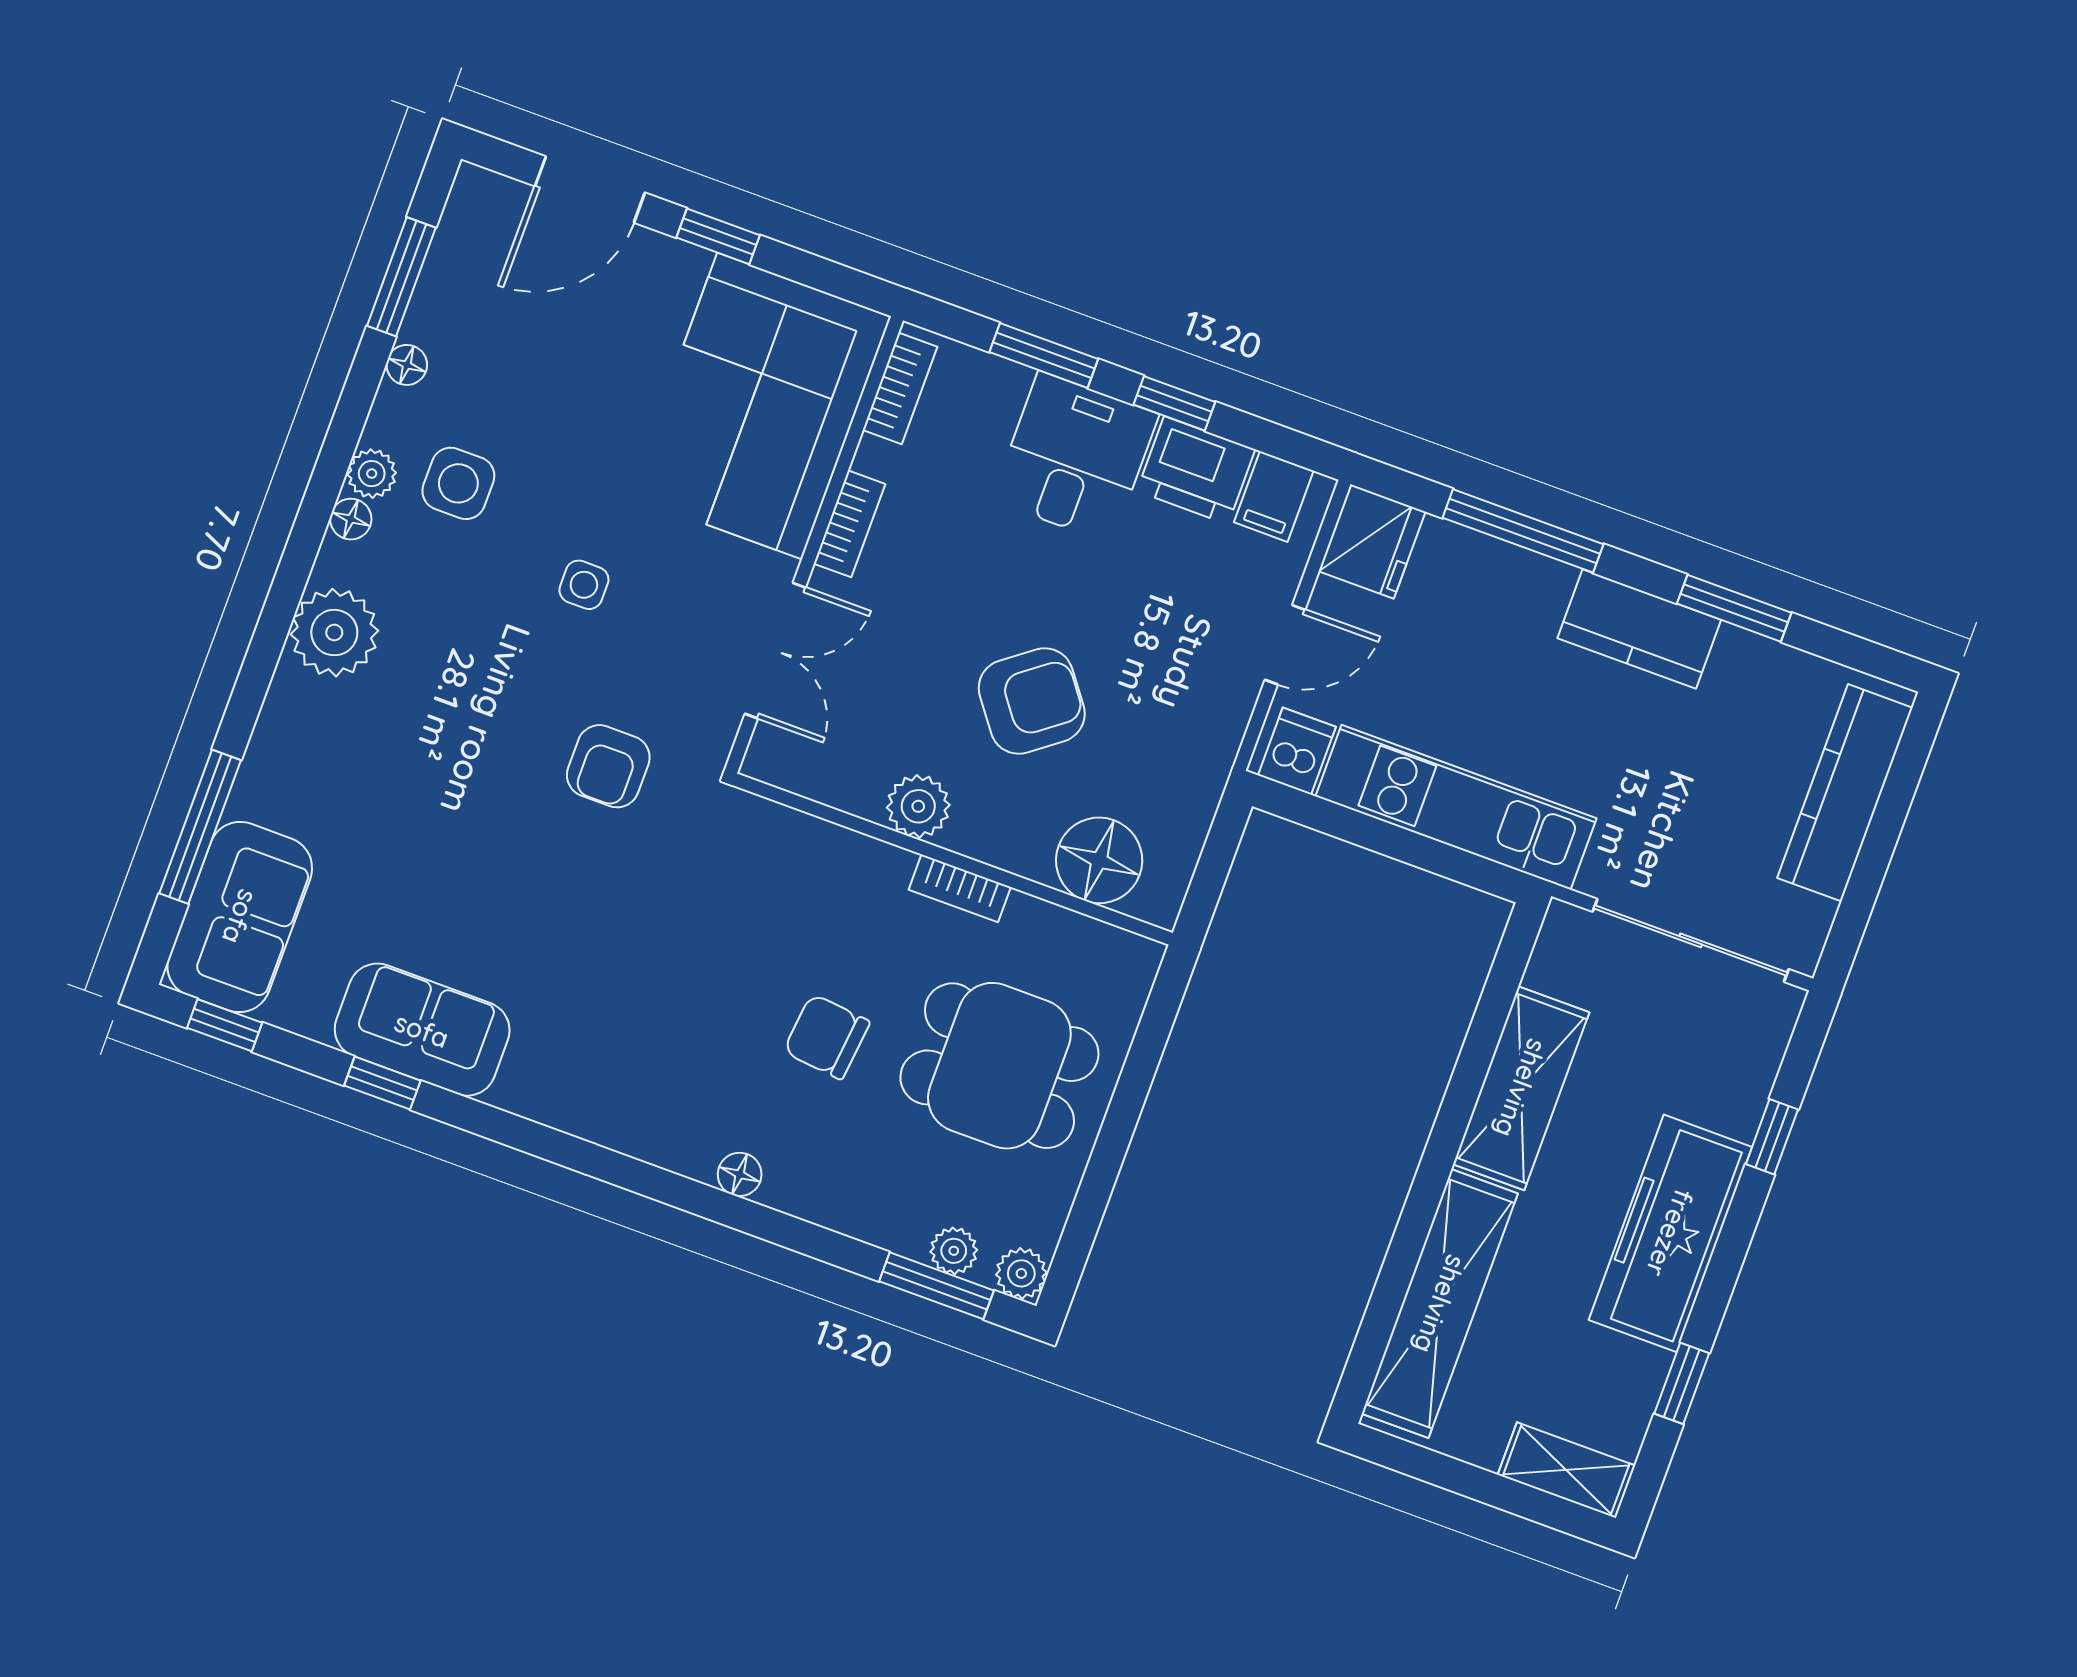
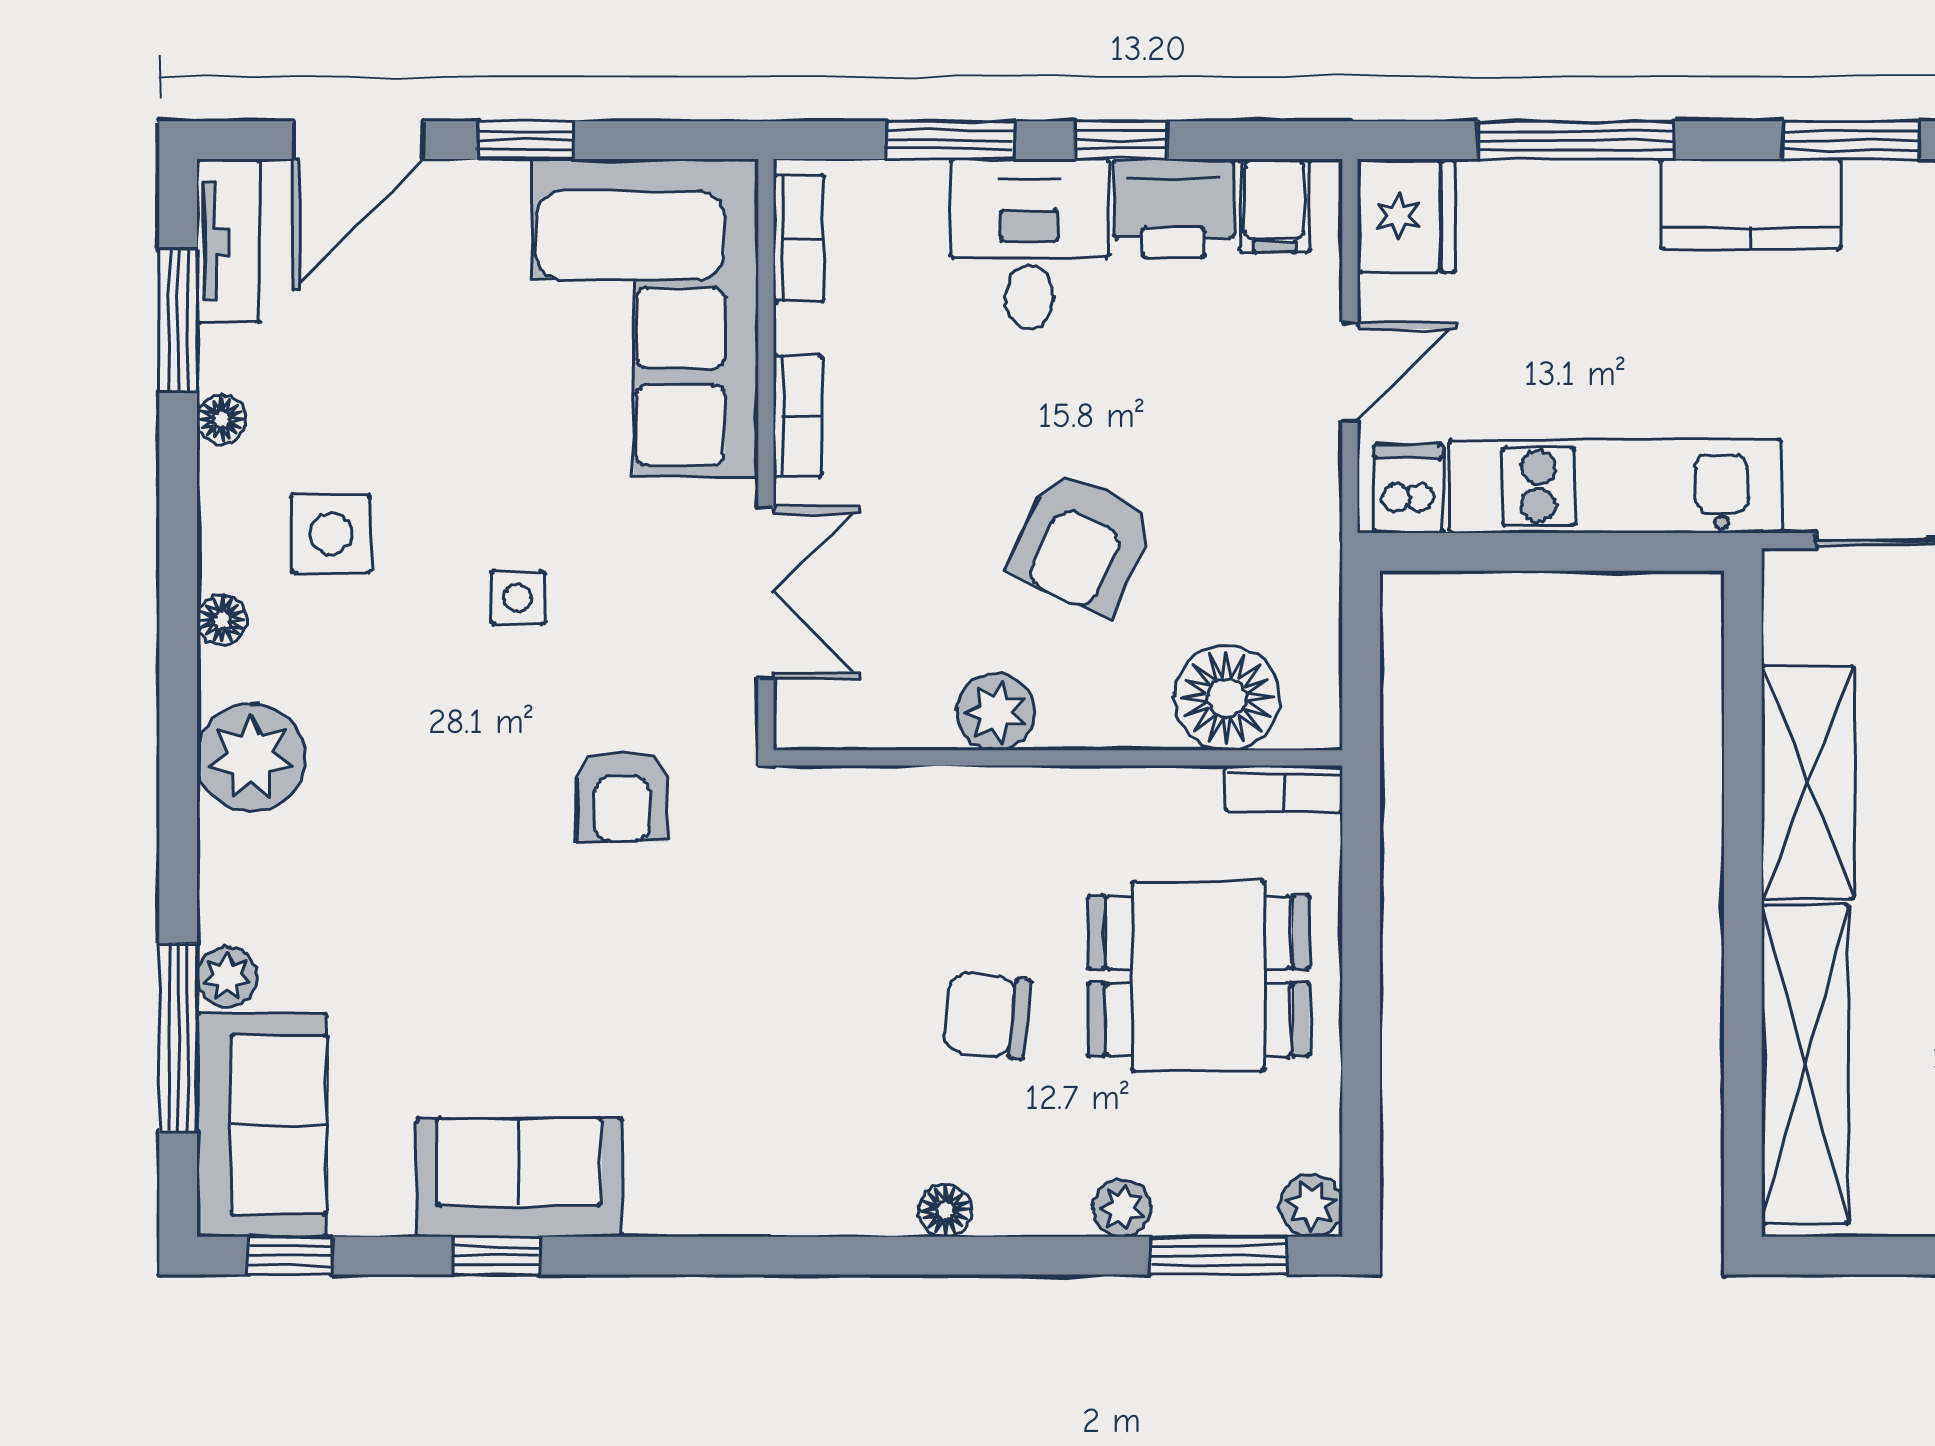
tv unit: (462, 230) -> (228, 241), added
plant: (372, 474) -> (227, 976), moved
armchair: (1032, 701) -> (1082, 543), turned 152
bookcase: (960, 888) -> (1284, 789), moved
plant: (954, 1251) -> (1122, 1208), moved

